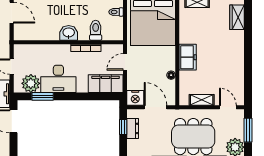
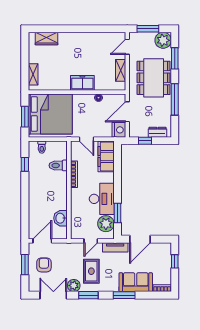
washbasin: (69, 33) -> (61, 218), moved
dresser: (133, 128) -> (157, 132), moved

